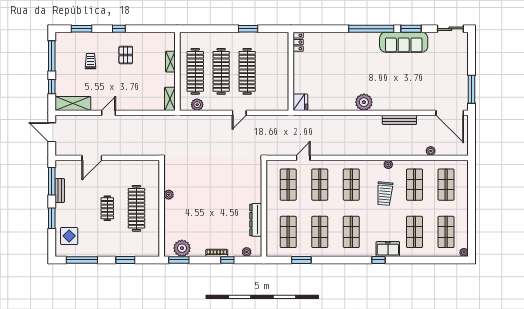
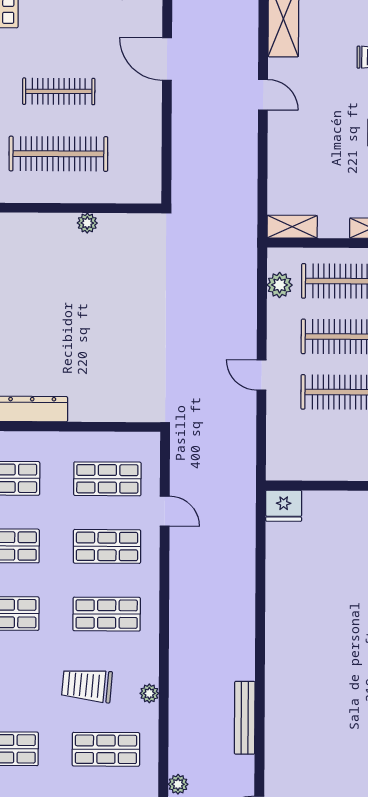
plant: (364, 102) -> (283, 642), removed
clothes rail: (107, 208) -> (59, 91), width x1.36

